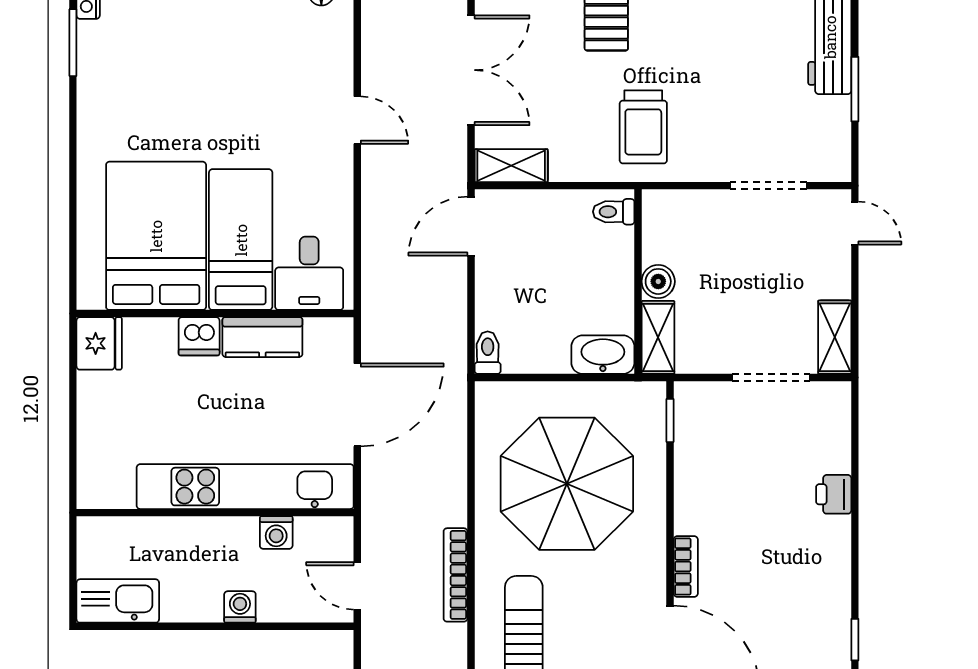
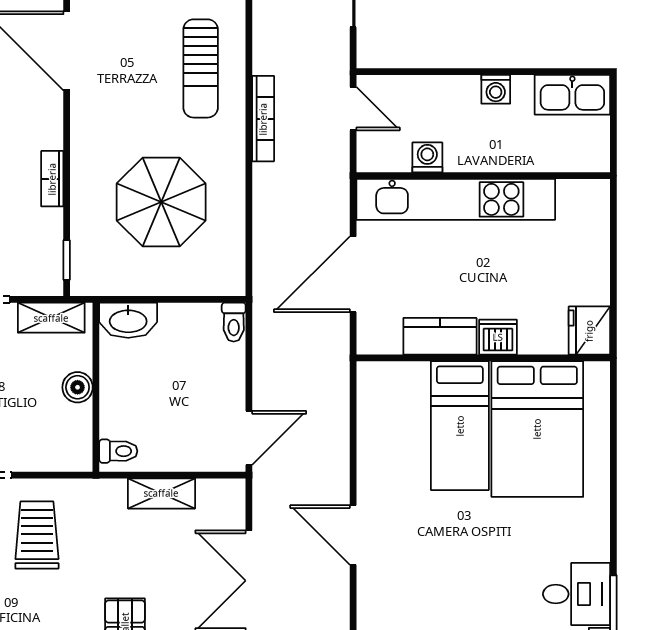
door: (357, 120) -> (353, 535), width x1.38
trolley: (643, 127) -> (37, 535), moved
shelving: (511, 166) -> (161, 493), moved
desk: (309, 273) -> (577, 594), moved, turned 90
shelving: (658, 337) -> (51, 318), moved, turned 90
parasol: (567, 484) -> (161, 202), width x0.73, depth x0.73
bookcase: (686, 567) -> (52, 179), moved
washing machine: (240, 607) -> (496, 89), moved

